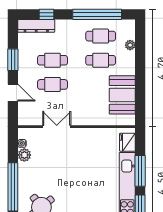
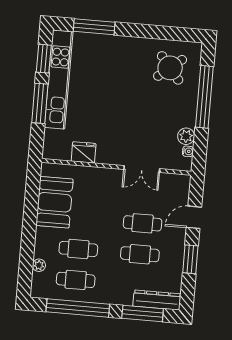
window: (46, 14) -> (143, 314), width x2.17
door: (13, 93) -> (194, 217), hinge flipped
fridge: (127, 142) -> (84, 152), moved, turned -90

